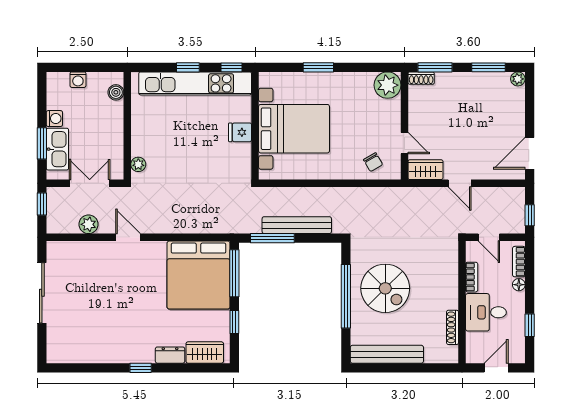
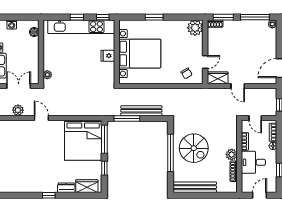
window: (488, 67) -> (255, 17), width x1.44
door: (404, 143) -> (205, 62), hinge flipped
plant: (449, 299) -> (232, 155), added

